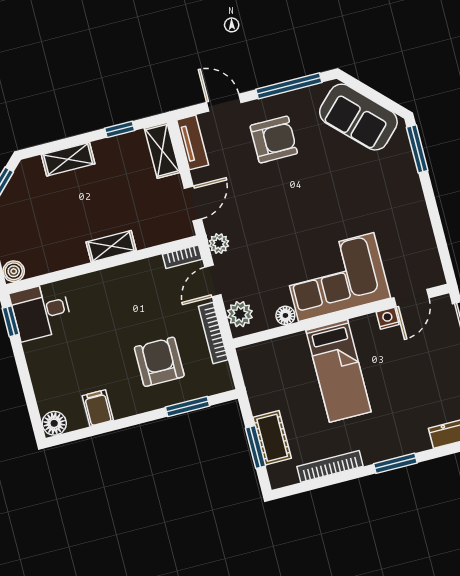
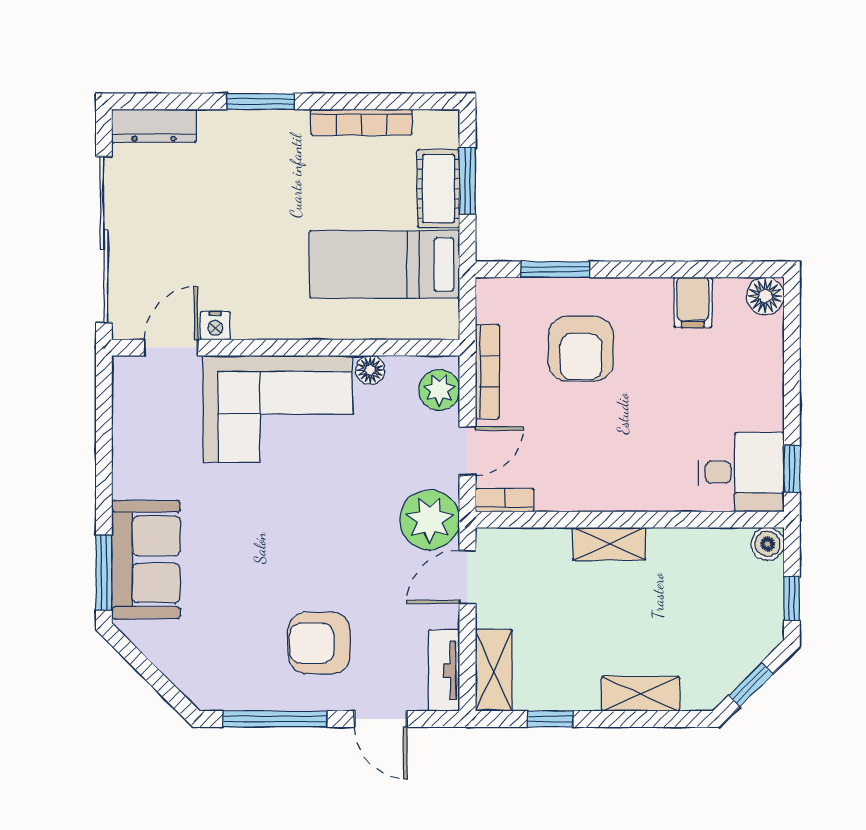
sofa: (358, 117) -> (146, 559), moved, turned 45
plant: (219, 244) -> (430, 520), width x1.87, depth x1.87
bed: (338, 371) -> (384, 264), moved, turned -90

